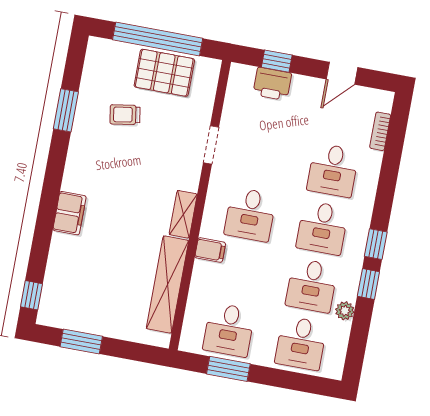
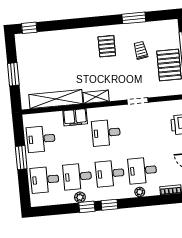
pallet: (101, 171) -> (107, 46), added
plant: (369, 186) -> (140, 192), added
filing cabinet: (69, 213) -> (79, 36), removed
filing cabinet: (210, 250) -> (75, 117), width x2.00
plant: (345, 311) -> (80, 197), moved
window: (81, 342) -> (13, 74), moved
window: (228, 369) -> (21, 158), moved

